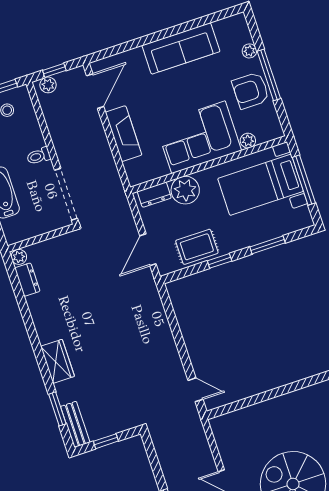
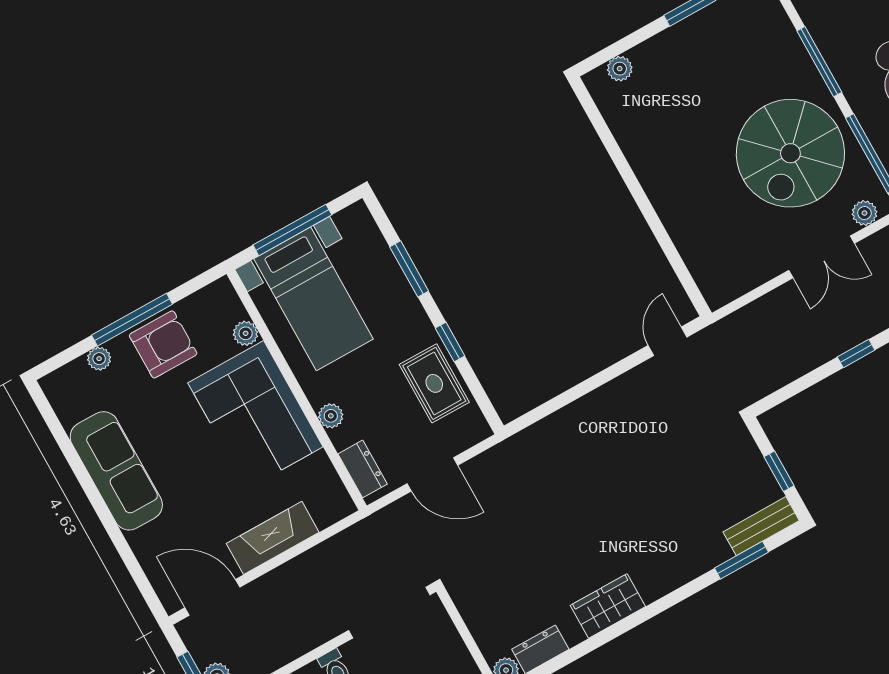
armchair: (251, 91) -> (163, 344), turned -90
plant: (185, 190) -> (331, 416), width x0.53, depth x0.53
door: (148, 250) -> (432, 474), moved
wardrobe: (58, 361) -> (608, 606), moved

